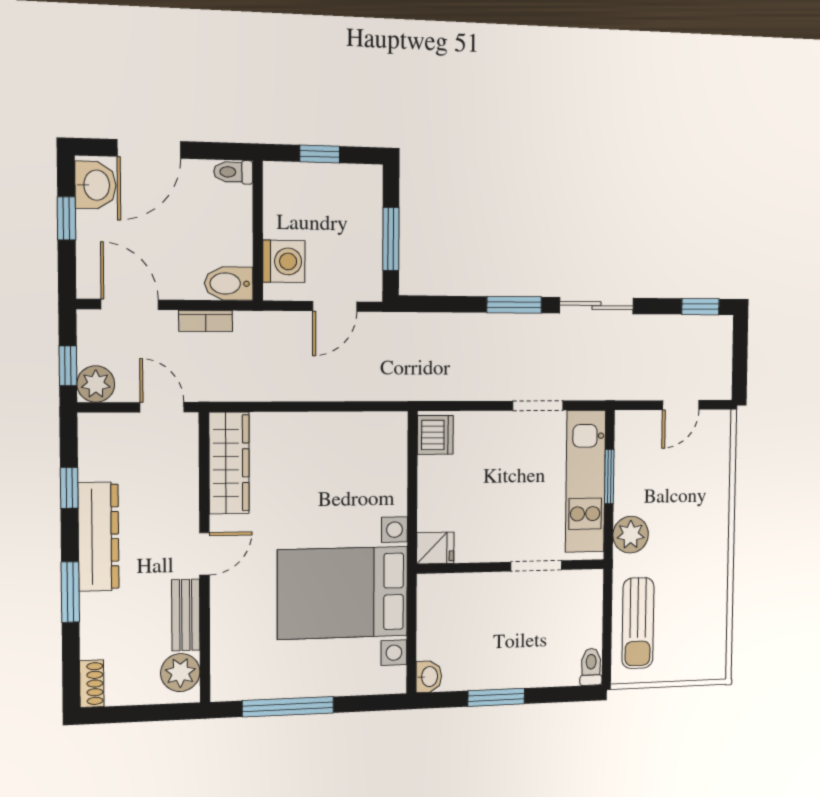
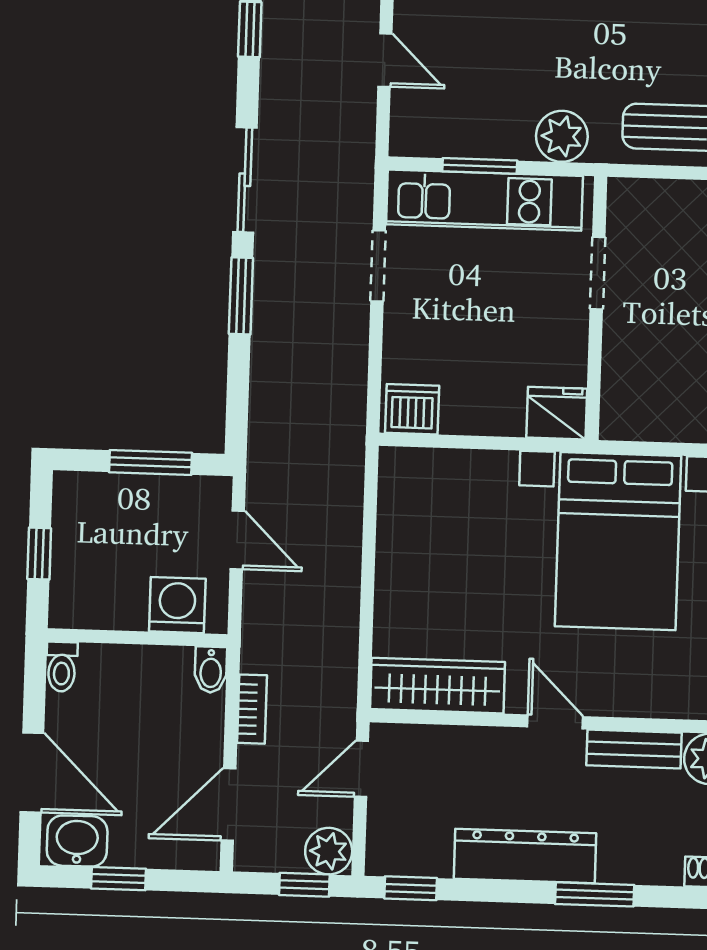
bidet: (229, 284) -> (211, 670), width x0.72, depth x0.74
window: (69, 488) -> (411, 888), moved
fridge: (435, 548) -> (557, 413), width x1.38

